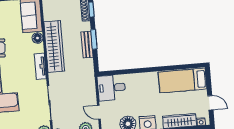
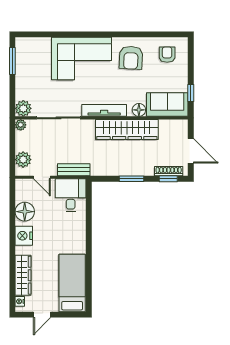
bench: (87, 45) -> (74, 170), moved
tv unit: (40, 66) -> (104, 110), width x1.41
door: (99, 112) -> (42, 177), swing flipped

